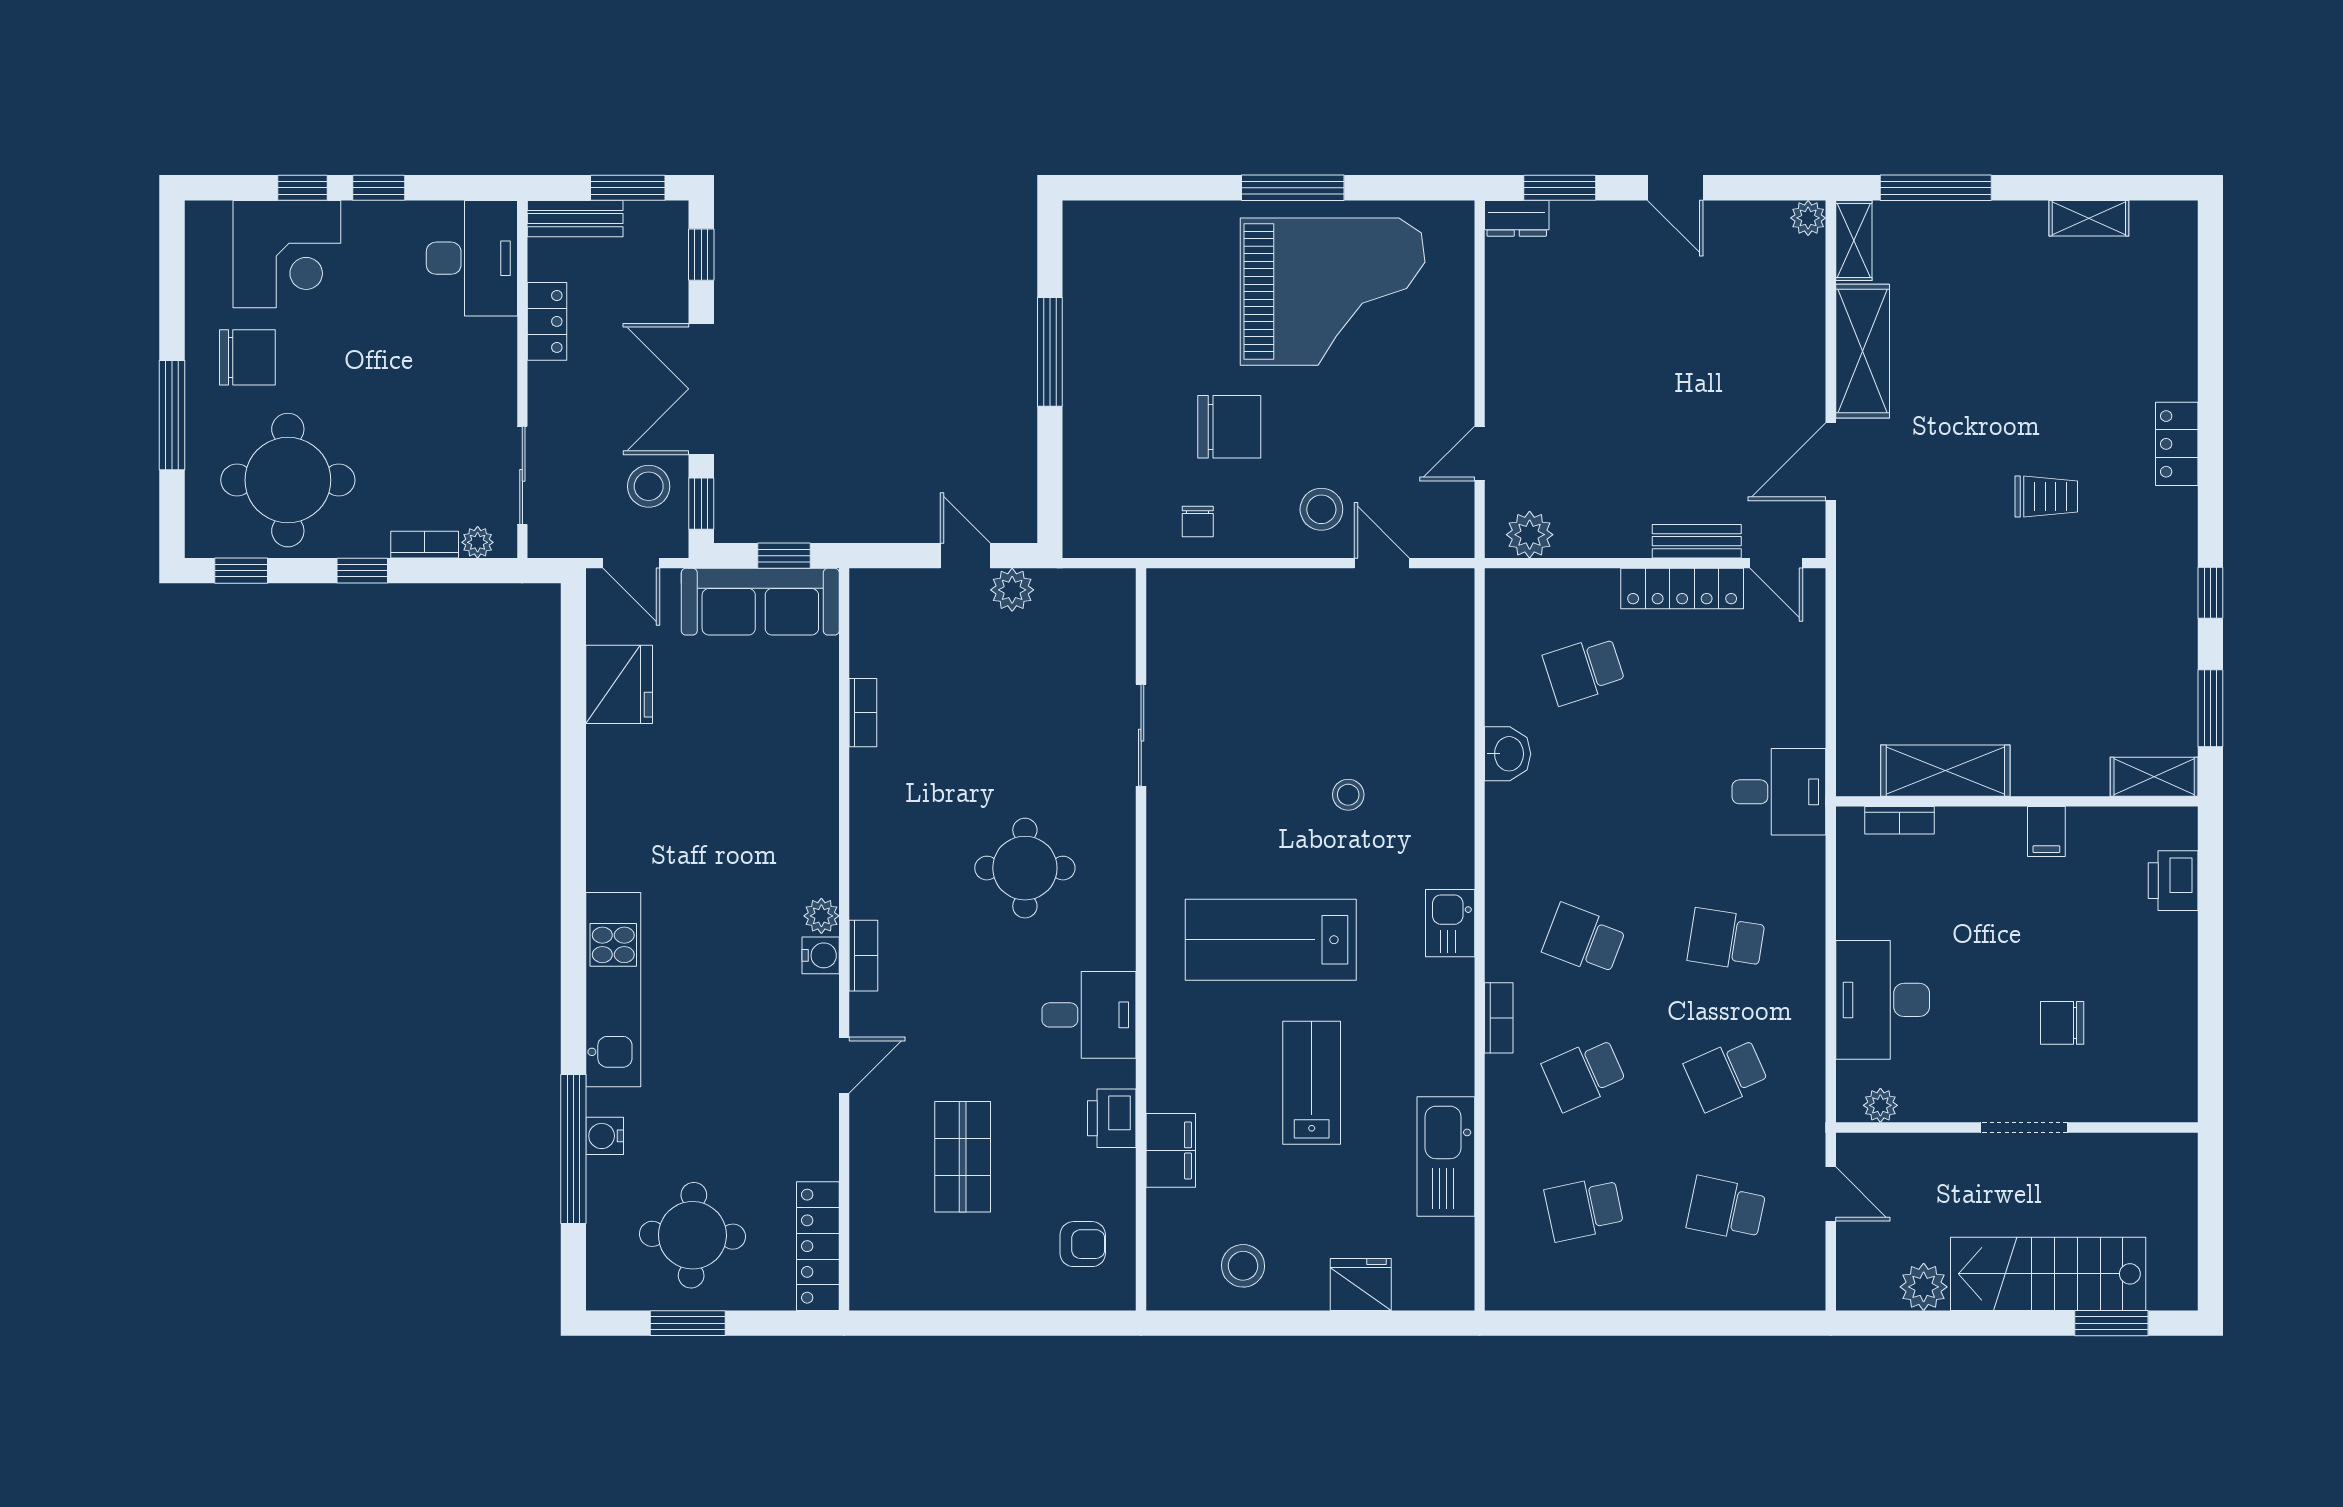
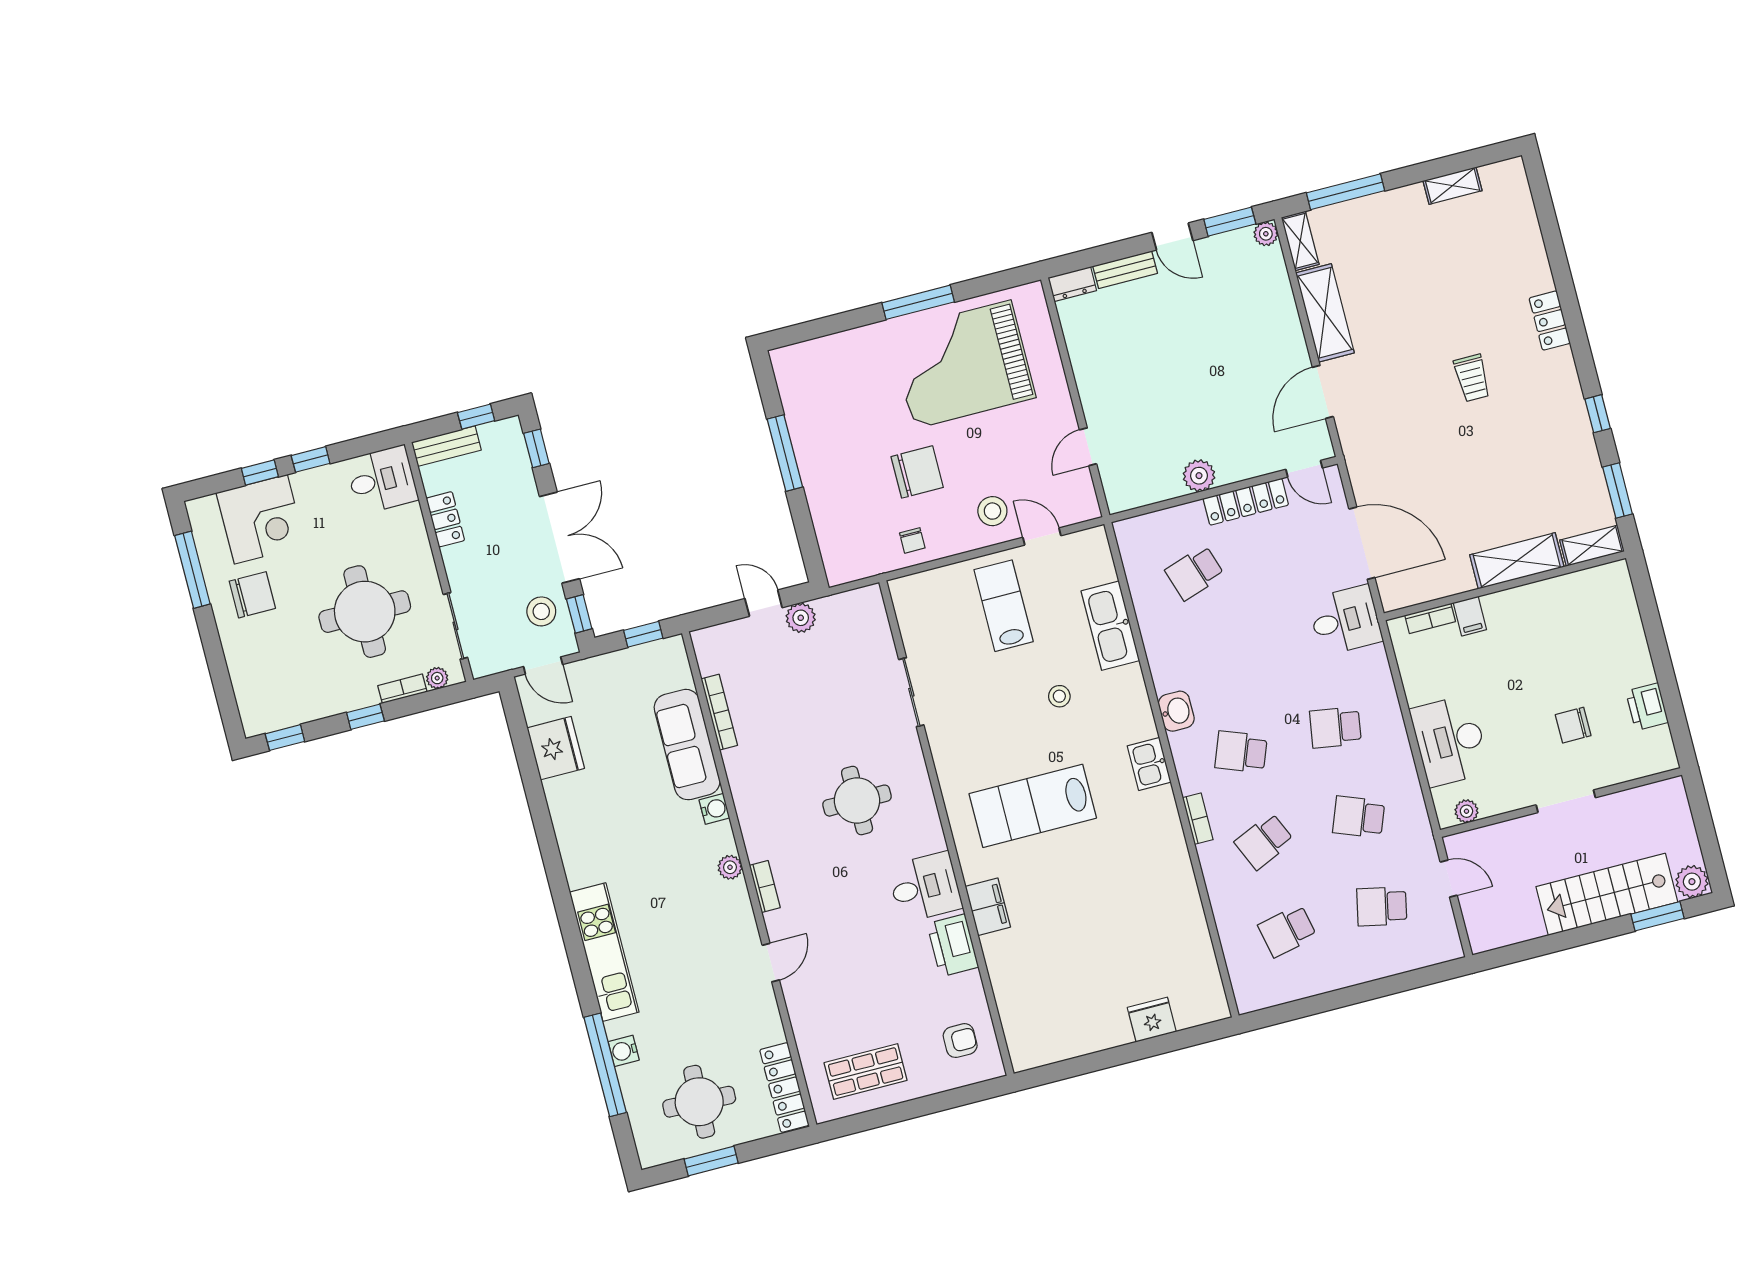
window: (628, 188) -> (476, 417), width x0.67
window: (1560, 188) -> (1230, 222), moved
desk: (472, 258) -> (382, 480), width x0.73
grand piano: (1333, 292) -> (962, 364), turned 180
double door: (701, 389) -> (560, 538), swing flipped
window: (172, 415) -> (192, 570), moved
round table: (288, 480) -> (365, 612), moved
trolley: (2046, 496) -> (1472, 378), turned 90
plant: (1530, 535) -> (1199, 476), moved
bench: (1697, 541) -> (1125, 270), moved
sofa: (760, 602) -> (687, 745), moved, turned 90
door: (1831, 689) -> (1362, 543), added
bookcase: (863, 713) -> (719, 712), width x1.56
washbasin: (1508, 754) -> (1176, 711), moved
shelving: (1945, 771) -> (1517, 561), moved
filing cabinet: (2046, 832) -> (1470, 616), moved
printer: (2173, 881) -> (1647, 707), moved
water cooler: (821, 955) -> (714, 809), moved
school desk: (1726, 1074) -> (1359, 817), turned 45
lab bench: (1312, 1083) -> (1004, 606), moved
printer: (1112, 1118) -> (953, 945), width x1.37, depth x1.19
filing cabinet: (1171, 1150) -> (988, 907), moved
kitchen sink: (1446, 1156) -> (1110, 626), moved
shop shelf: (963, 1157) -> (866, 1072), moved, turned 90
stool: (1243, 1266) -> (1070, 1027), removed
plant: (1924, 1287) -> (1692, 882), moved

